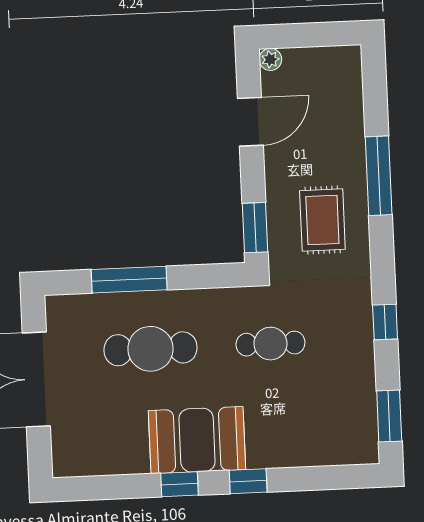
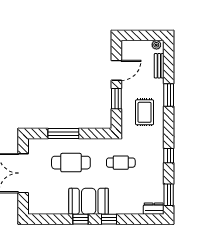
plant: (270, 59) -> (156, 45), moved
bench: (353, 106) -> (159, 66), added
window: (379, 176) -> (169, 95), width x0.69
window: (255, 228) -> (116, 99), moved
dresser: (354, 451) -> (154, 209), added

